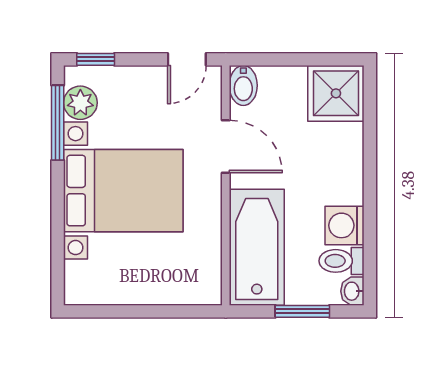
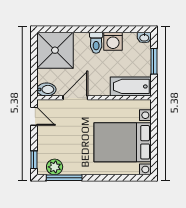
shower: (336, 93) -> (55, 50), width x1.37, depth x1.37
bed with nightstands: (123, 191) -> (123, 142), moved, turned -90
bathtub: (257, 247) -> (131, 86), width x0.73, depth x0.73
toilet: (341, 261) -> (96, 43), moved

